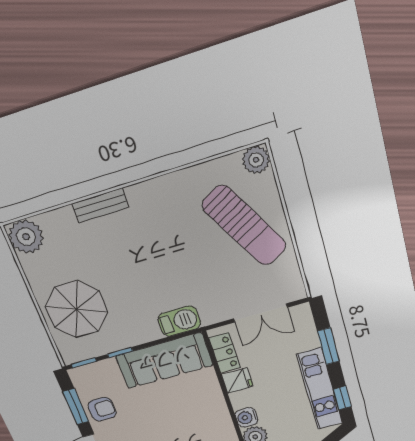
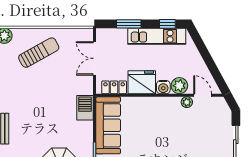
sun lounger: (244, 226) -> (39, 53), width x0.73, depth x0.75
double door: (260, 313) -> (95, 58), swing flipped
fridge: (237, 381) -> (142, 82), width x1.88, depth x1.34

